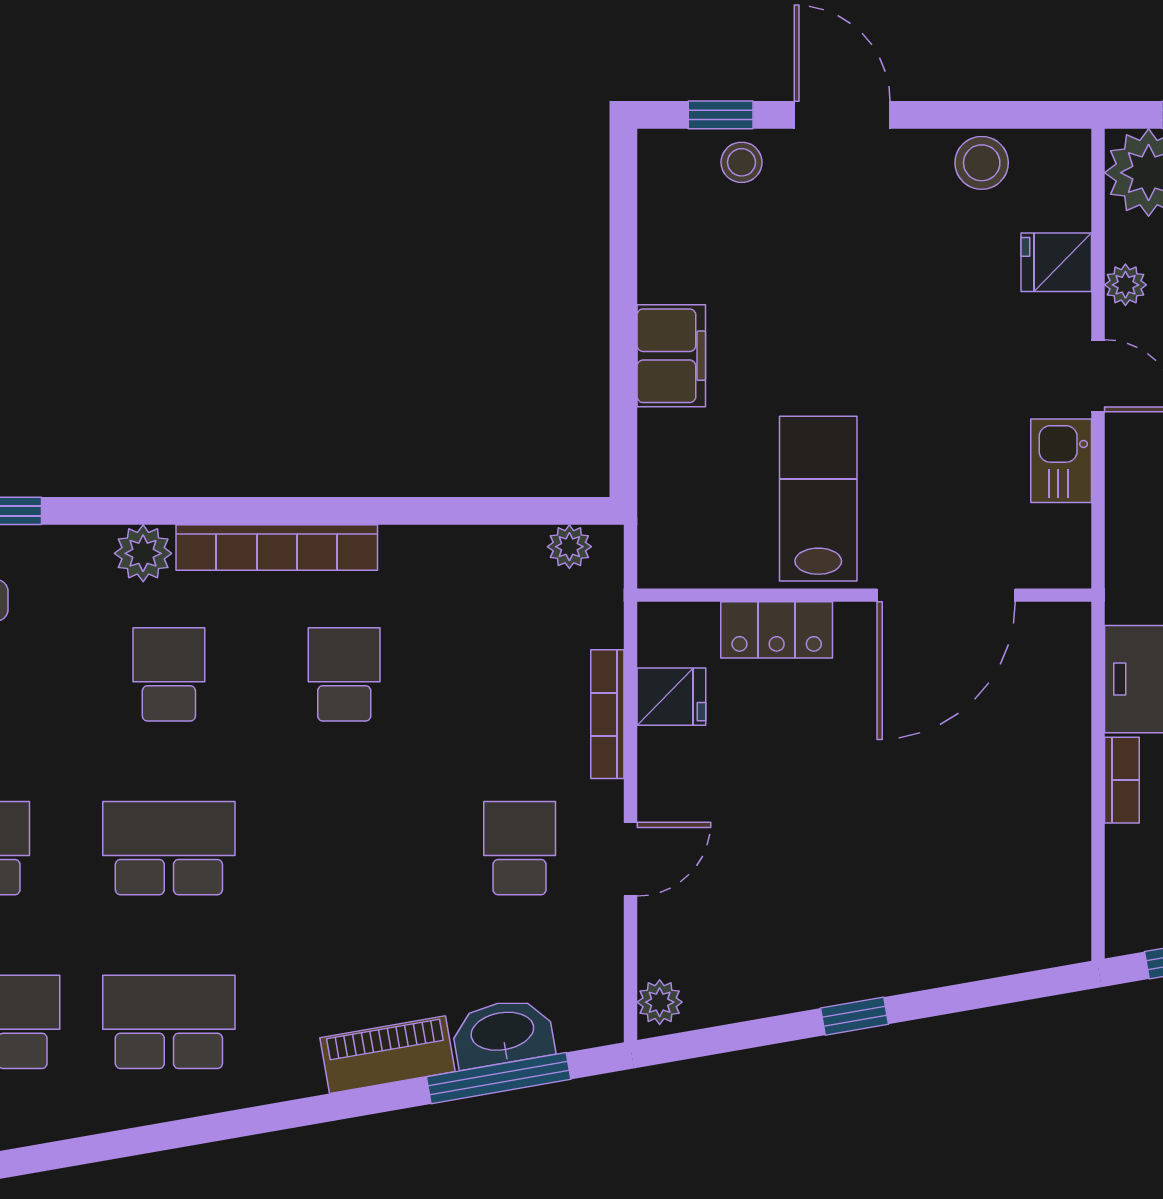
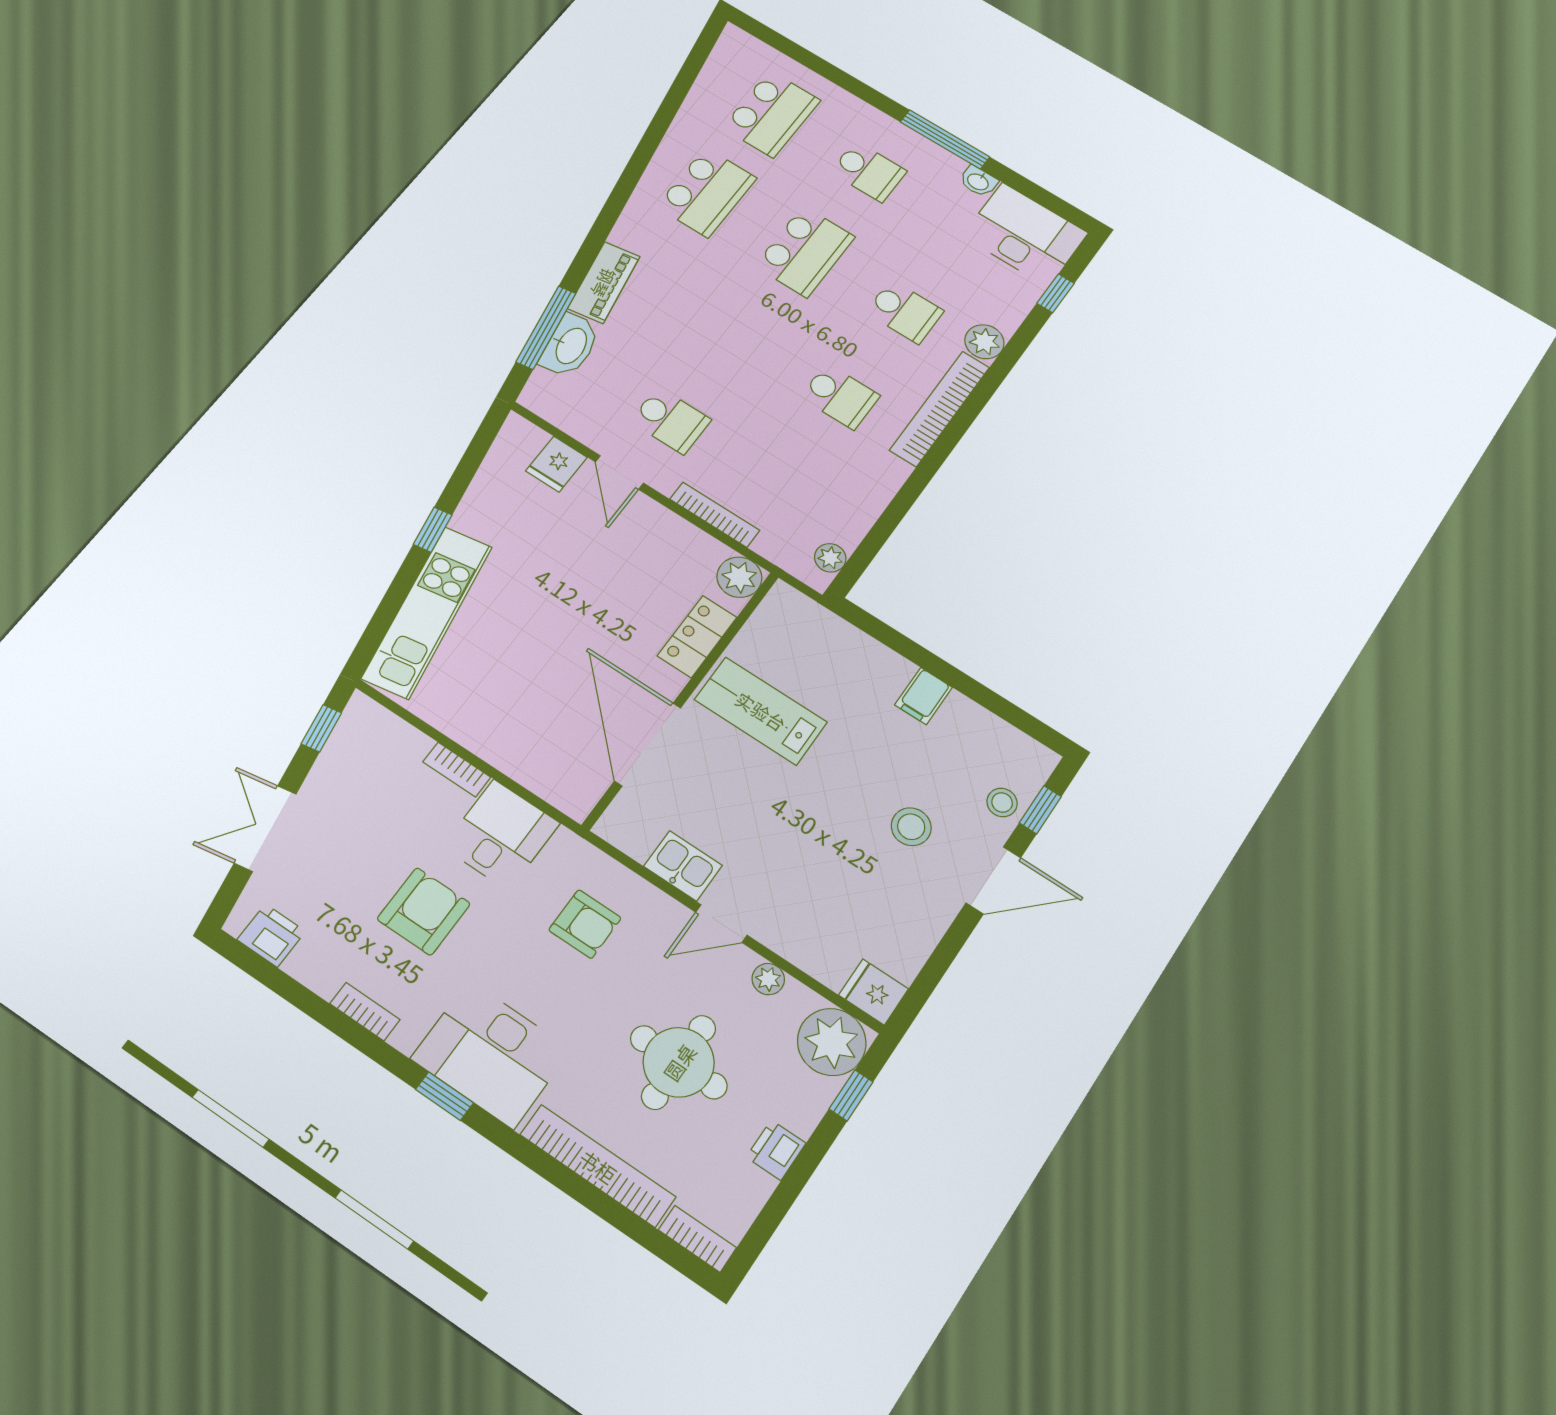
stool: (982, 163) -> (911, 827), moved
fridge: (1056, 262) -> (874, 992), moved, turned -90
filing cabinet: (671, 356) -> (924, 696), width x0.50
lab bench: (818, 499) -> (761, 711), turned 180
fridge: (671, 697) -> (556, 464), moved
kitchen unit: (960, 948) -> (427, 612), added
plant: (660, 1002) -> (739, 577), moved, width x1.38, depth x1.38

